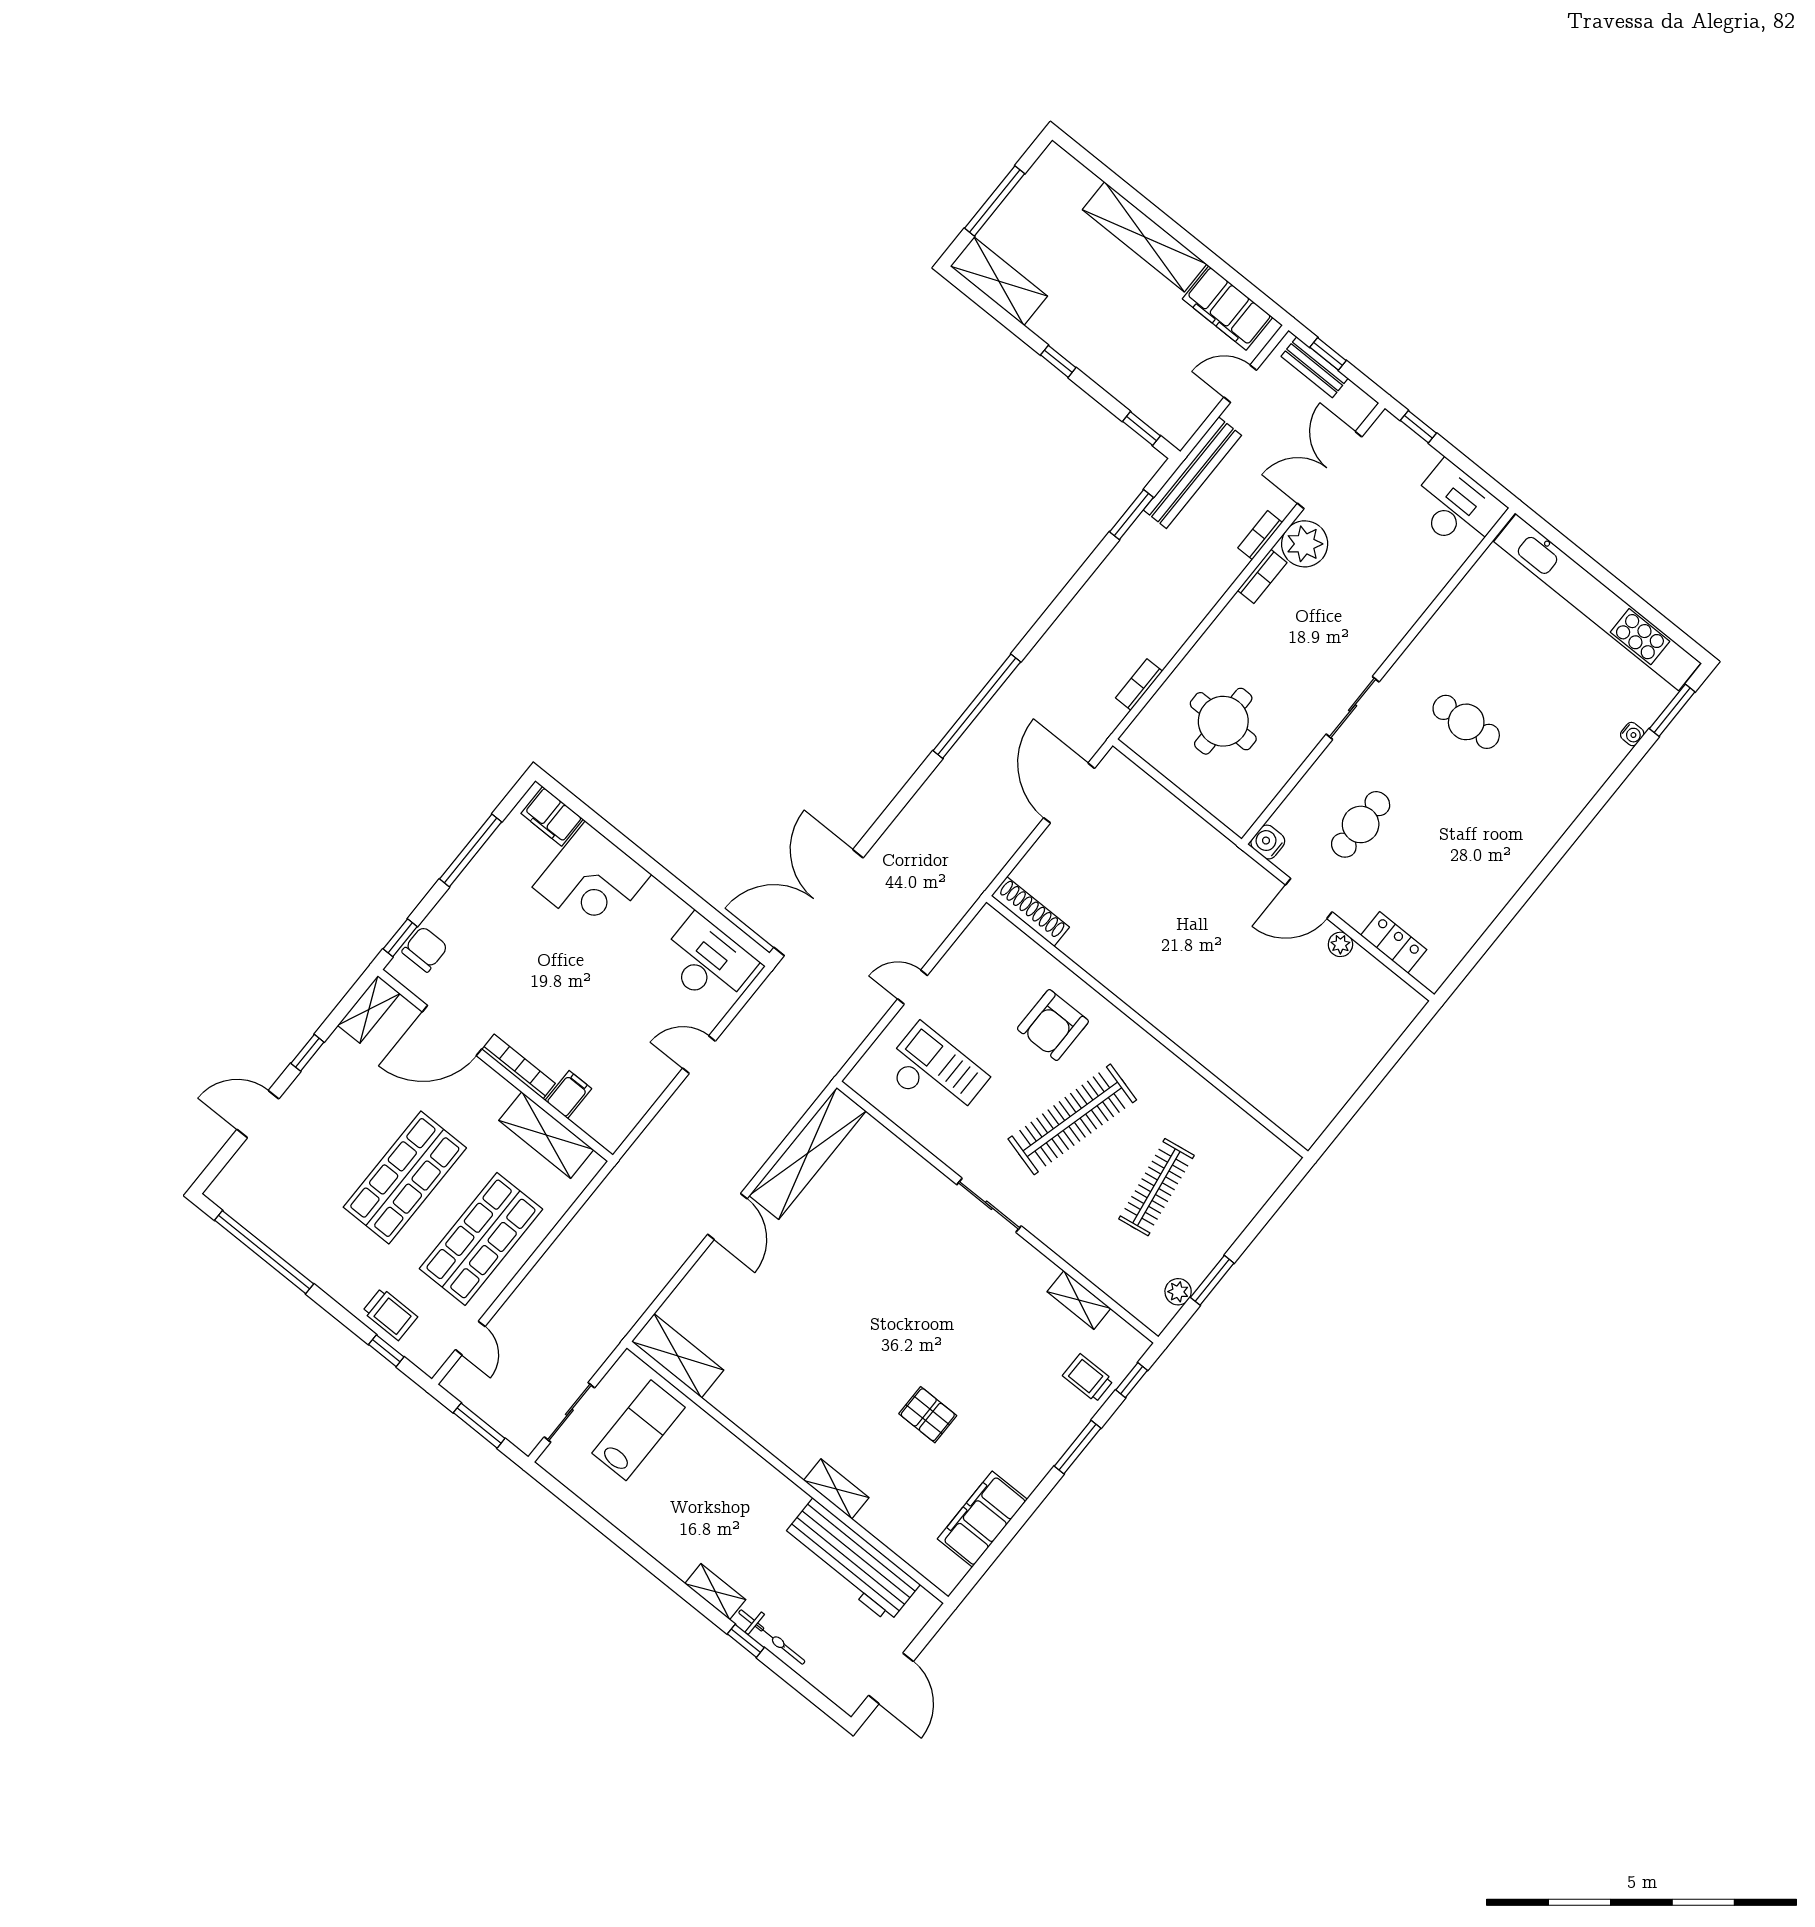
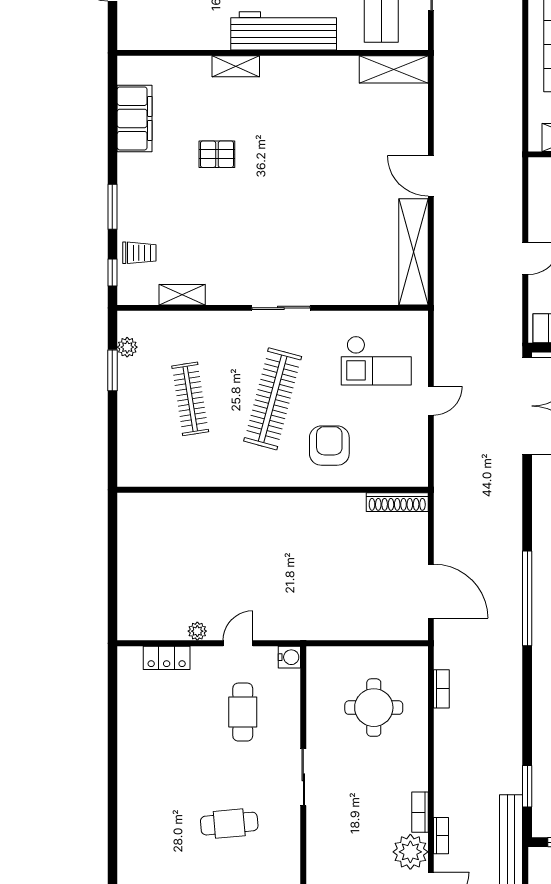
door: (1309, 898) -> (238, 643), width x0.73
workbench: (851, 1561) -> (284, 31), moved

